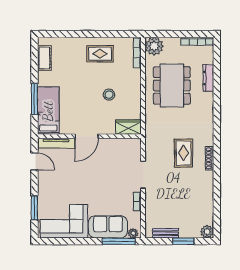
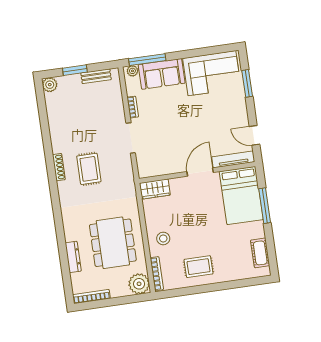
stool: (109, 95) -> (163, 238), moved
bed: (48, 111) -> (241, 196), width x1.50

